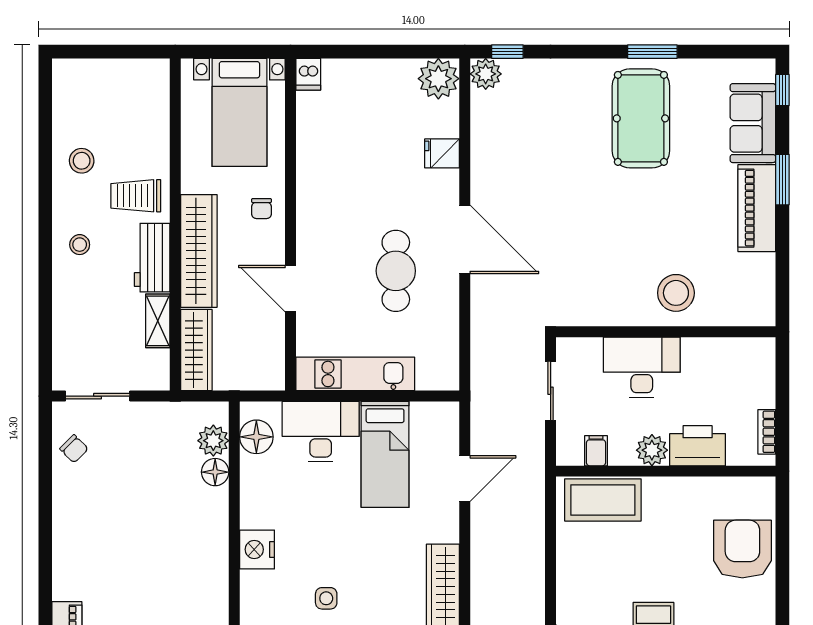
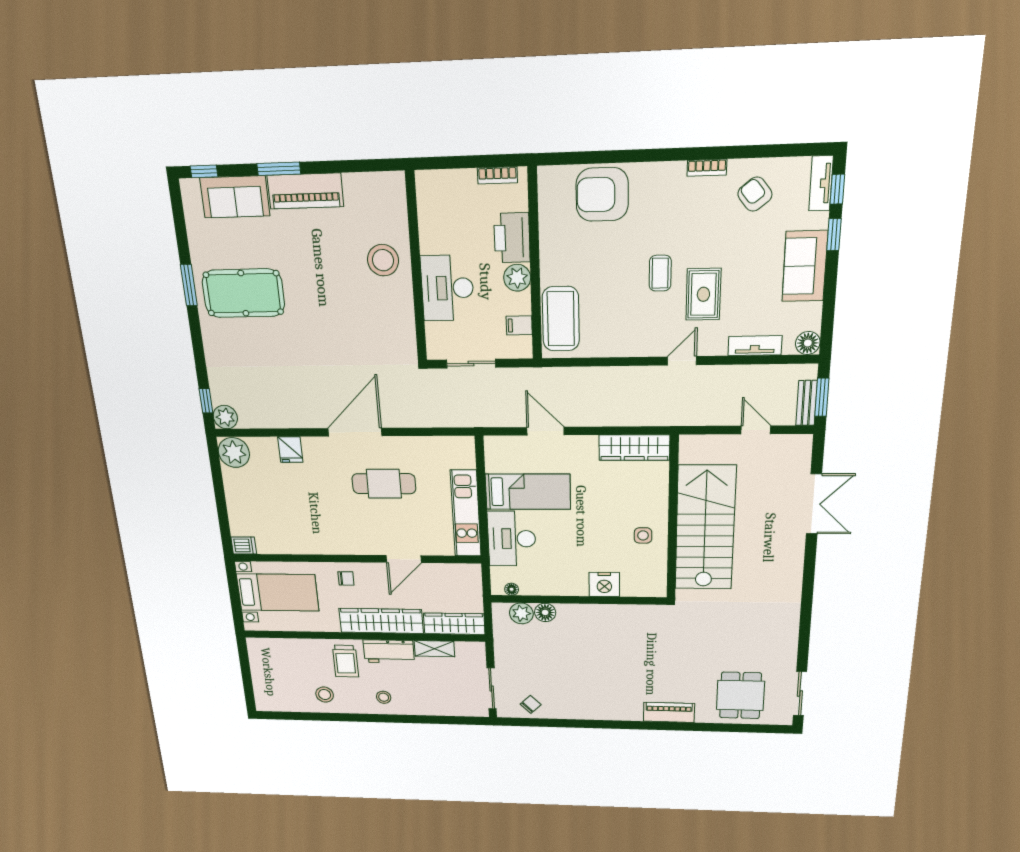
floor lamp: (256, 437) -> (512, 589), width x0.53, depth x0.53

